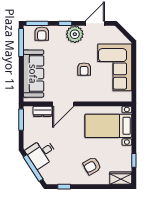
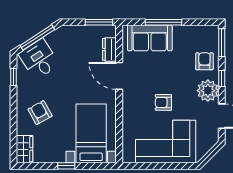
armchair: (42, 34) -> (204, 61), moved, turned 90
window: (21, 42) -> (164, 22), moved
sofa: (33, 74) -> (150, 38), width x0.73
desk: (41, 153) -> (39, 59), moved
window: (134, 160) -> (66, 166), moved

